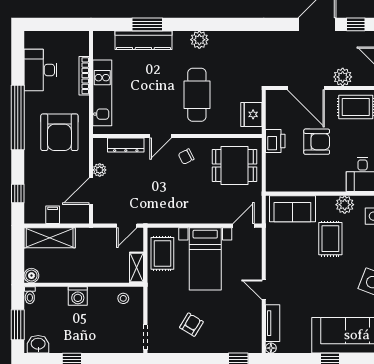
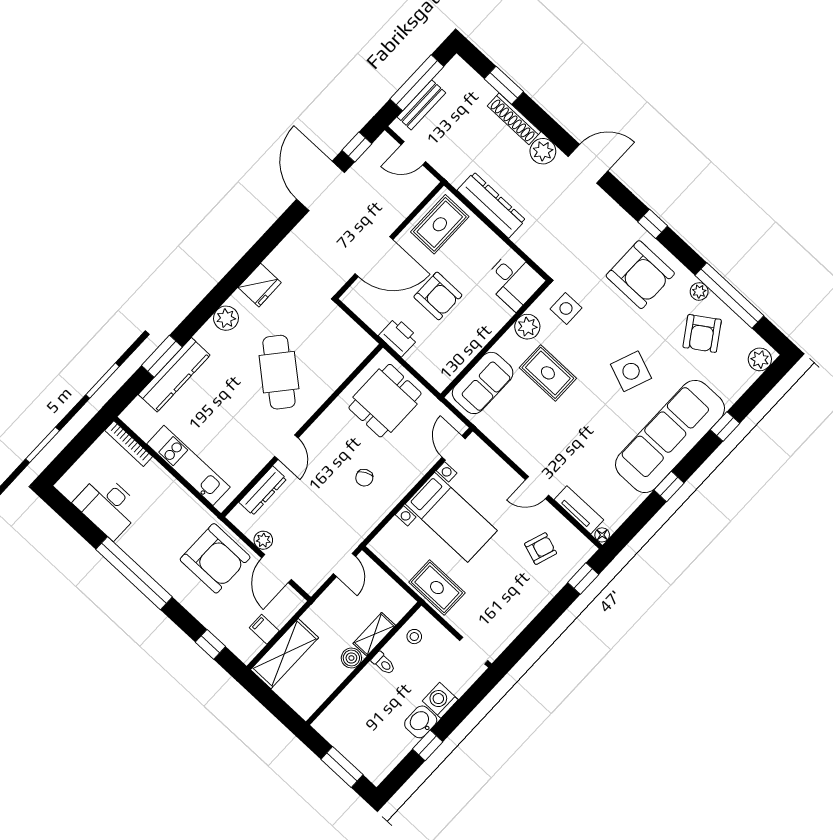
bookcase: (84, 76) -> (129, 444), moved
plant: (343, 77) -> (397, 209), removed
cafe table: (197, 95) -> (279, 372), turned 40
fridge: (251, 114) -> (260, 285), moved, turned -90
armchair: (59, 132) -> (215, 558), moved
armchair: (317, 142) -> (438, 296), turned 90
chair: (186, 157) -> (364, 478), moved
rug: (162, 253) -> (437, 588), moved
shelving: (137, 267) -> (374, 634), moved, turned 90
boiler: (31, 276) -> (351, 658), moved
toilet: (30, 295) -> (383, 663), moved
washing machine: (78, 296) -> (440, 700), moved, turned 180
armchair: (191, 325) -> (541, 549), moved, turned 78
washbasin: (38, 344) -> (421, 722), moved

